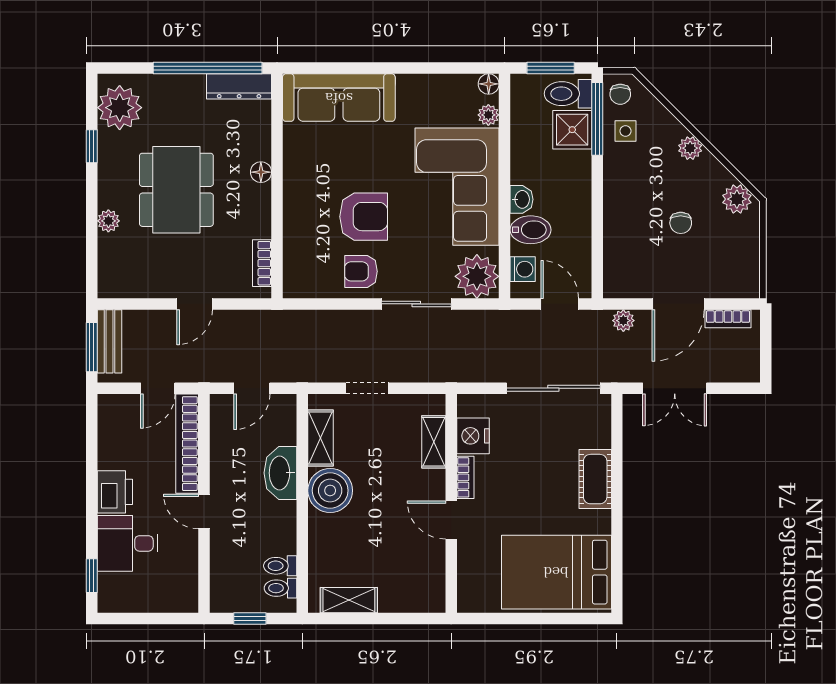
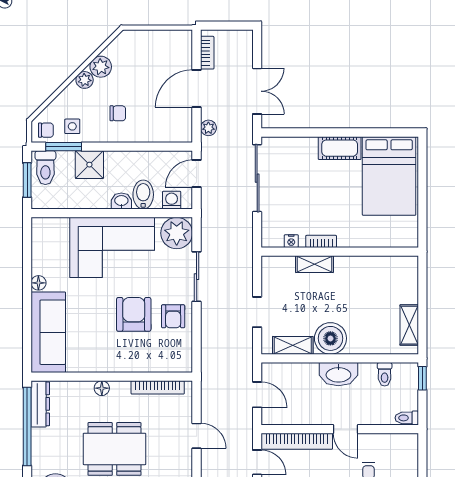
floor lamp: (489, 84) -> (38, 283), moved
plant: (488, 115) -> (61, 225), removed
window: (597, 119) -> (64, 147), width x0.69
shower: (572, 130) -> (89, 165), moved
plant: (737, 199) -> (101, 67), moved
chair: (681, 223) -> (118, 113), moved
bookcase: (262, 263) -> (158, 387), width x1.56
door: (678, 304) -> (197, 89), swing flipped
nightstand: (473, 436) -> (291, 241), width x0.53, depth x0.56
shelving: (434, 442) -> (314, 264), moved
washbasin: (280, 473) -> (338, 374), moved
cot: (595, 479) -> (340, 148), moved
door: (204, 511) -> (346, 429), hinge flipped
door: (451, 520) -> (352, 252), removed
toilet: (281, 588) -> (407, 418), moved, turned 90
window: (250, 619) -> (422, 378), moved

